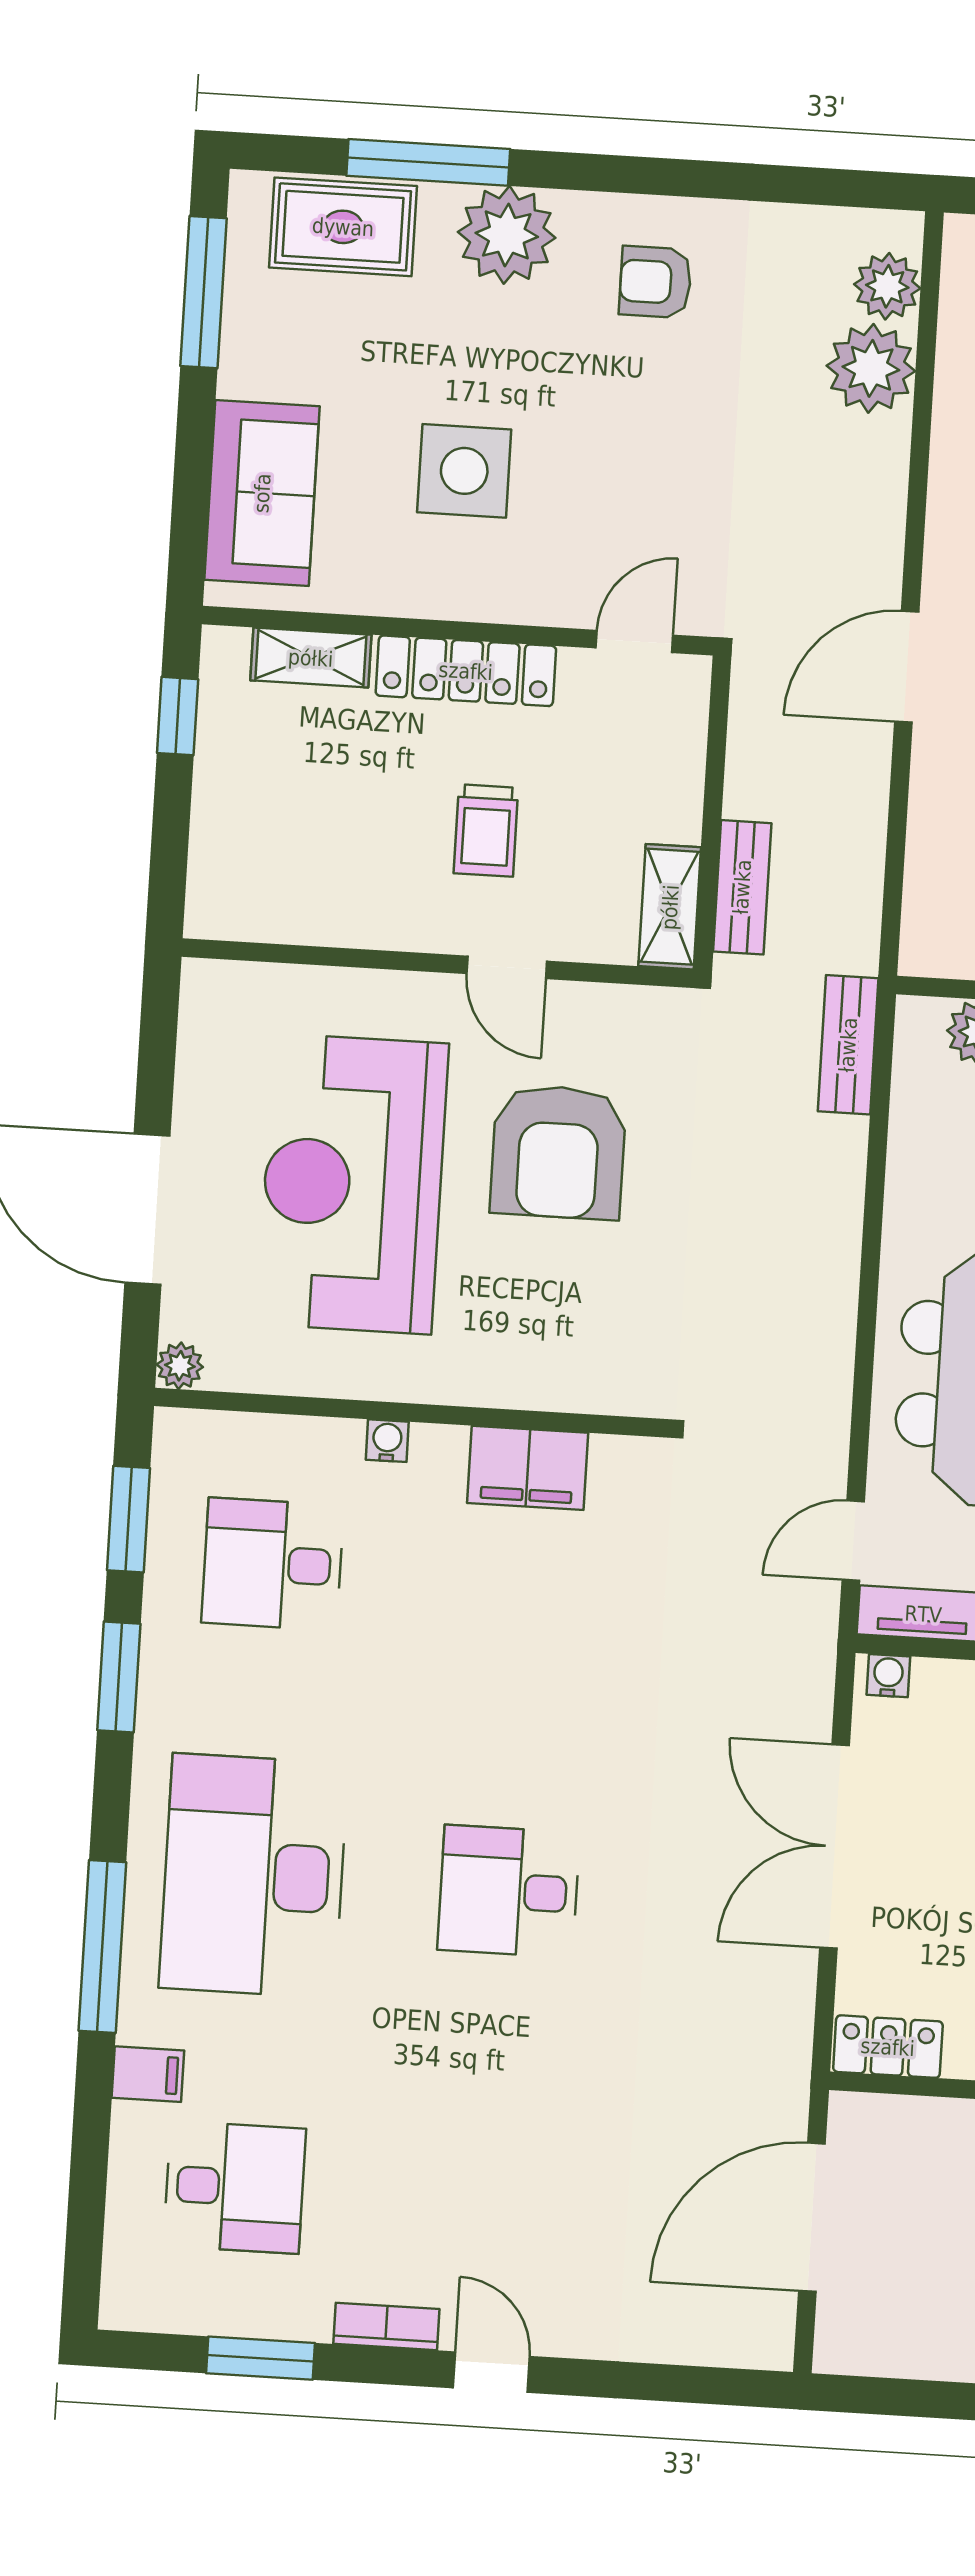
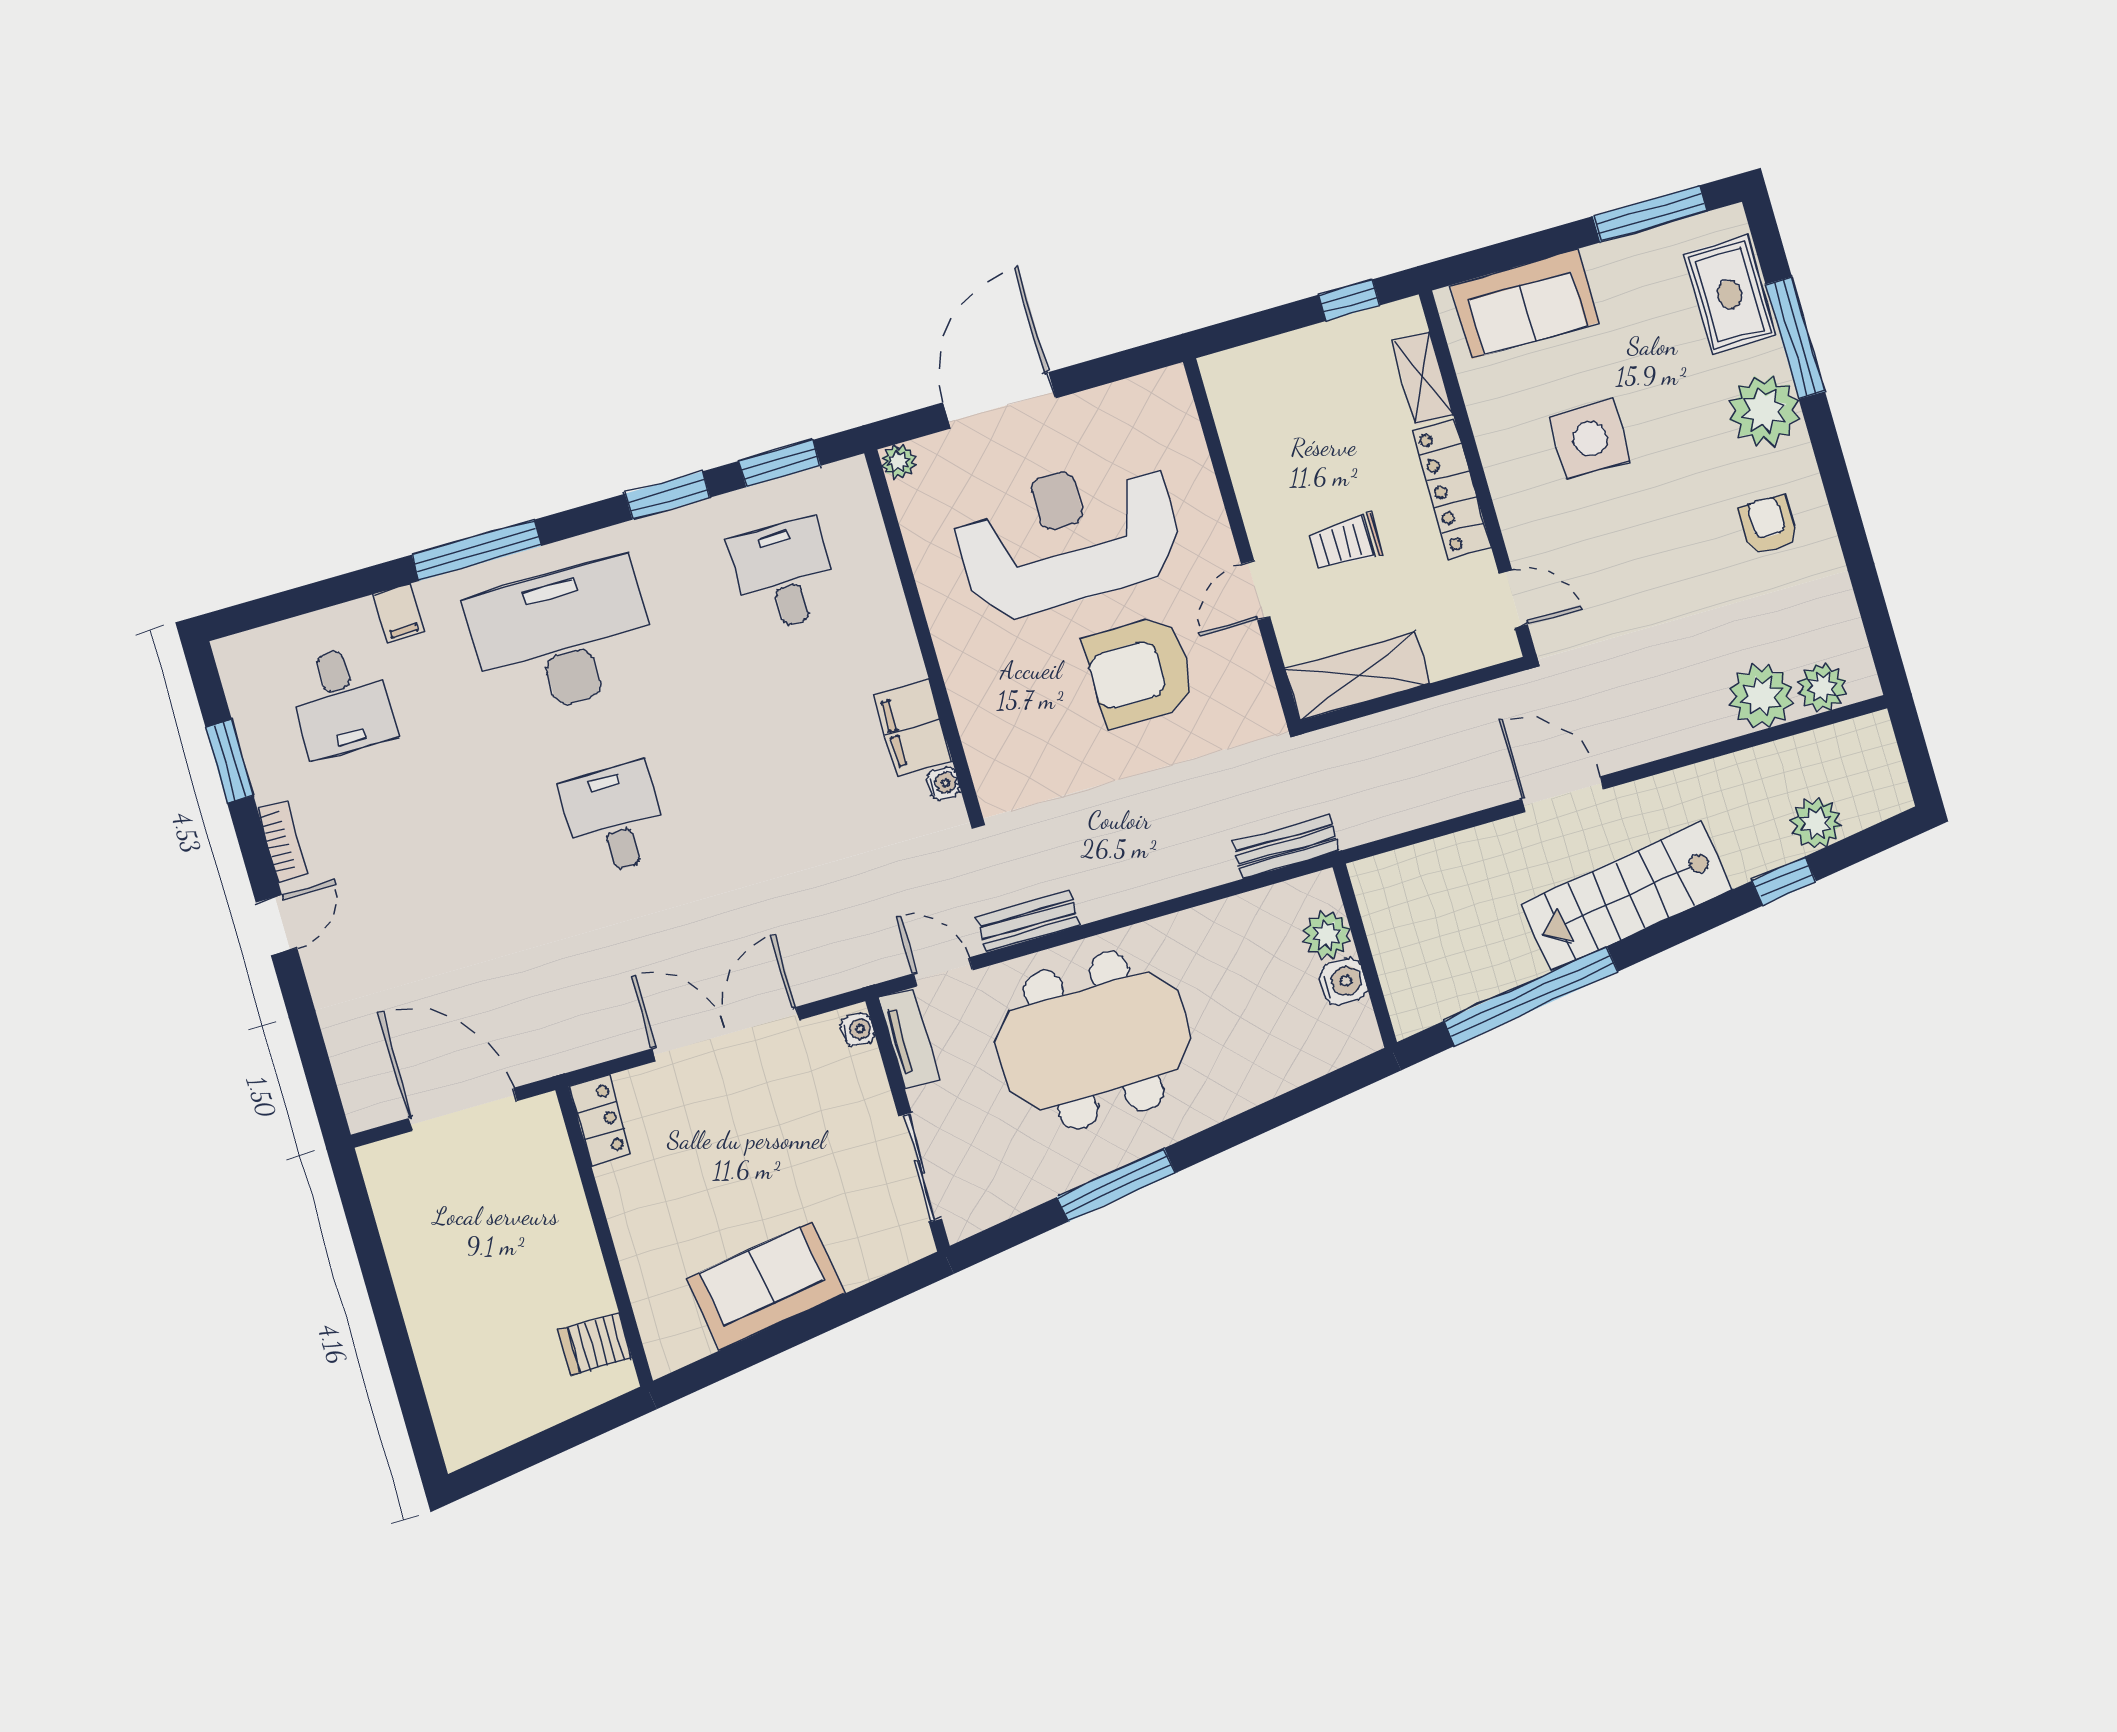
bench: (742, 887) -> (1028, 921), moved
shelving: (670, 907) -> (1358, 676), width x1.50, depth x1.33
water cooler: (387, 1441) -> (943, 783), moved

